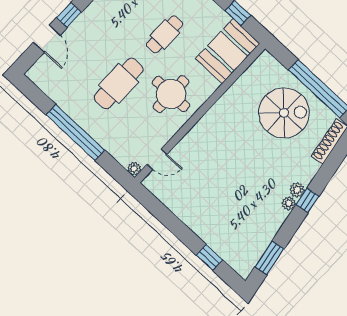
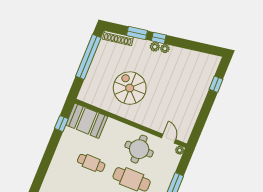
round table: (171, 94) -> (139, 149), moved
spiral stairs: (284, 113) -> (130, 88), moved
window: (269, 258) -> (137, 33), moved

